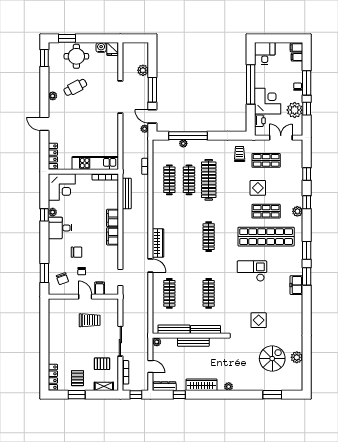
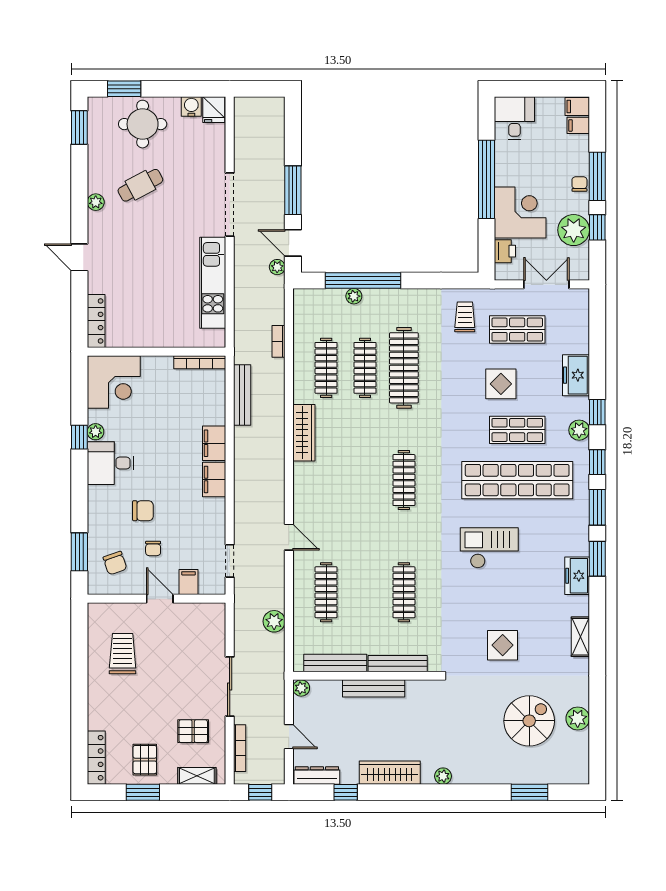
plant: (143, 70) -> (274, 621), moved
kitchen unit: (95, 163) -> (213, 283), moved, turned -90
window: (307, 174) -> (597, 462), moved
freezer: (296, 183) -> (576, 375), added
wardrobe: (158, 243) -> (304, 433), moved
shelving: (298, 316) -> (580, 637), added
trolley: (90, 320) -> (123, 654), moved, turned -90

